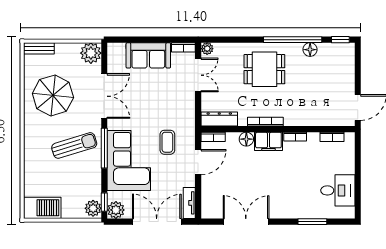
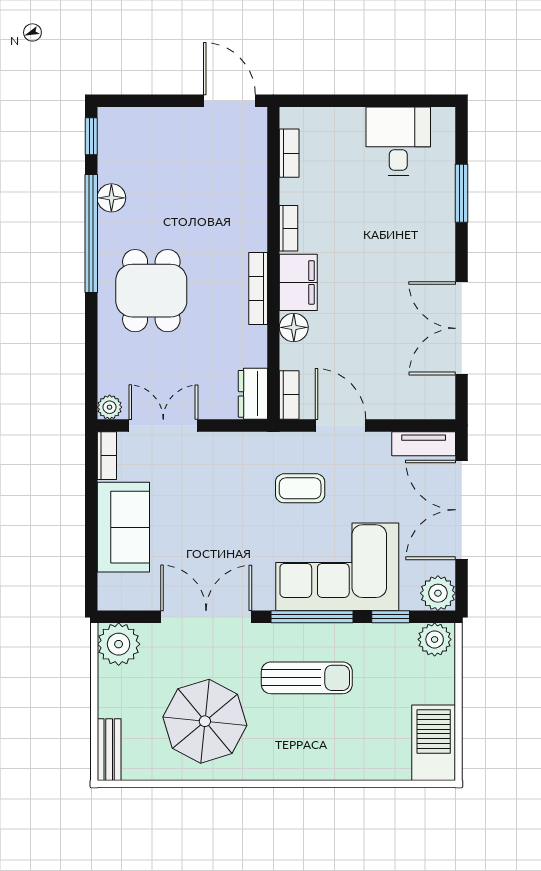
dresser: (219, 119) -> (253, 394), width x0.70
sun lounger: (74, 146) -> (307, 678), turned 107
window: (104, 202) -> (391, 617), moved

